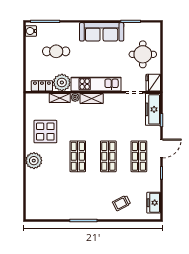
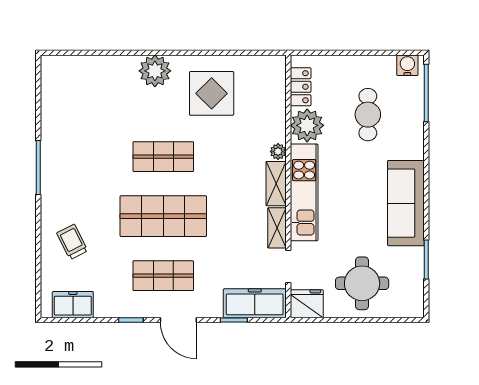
shelving: (60, 98) -> (277, 228), moved
shop shelf: (108, 156) -> (163, 216), width x1.43, depth x1.36

